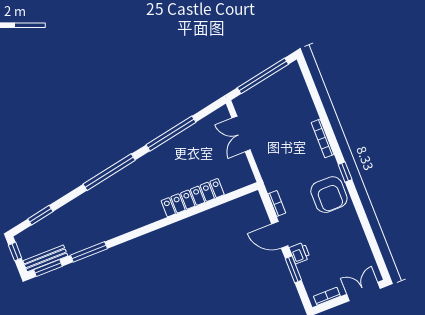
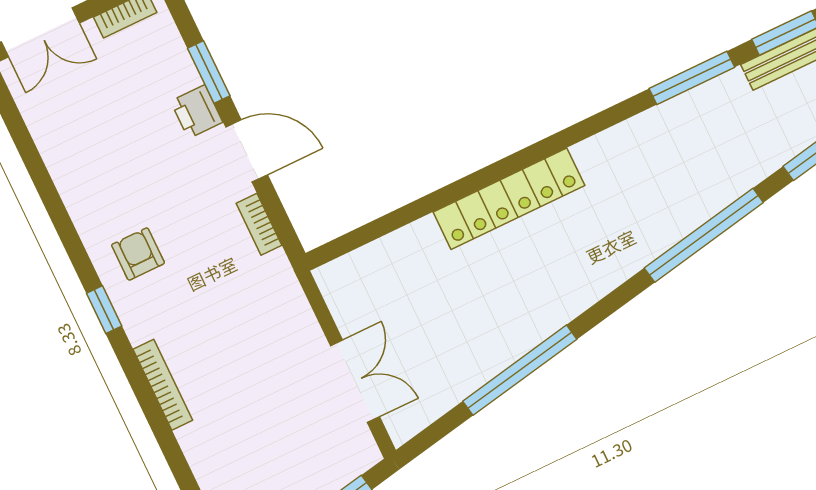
window: (109, 172) -> (704, 235), moved
armchair: (329, 195) -> (138, 254), width x0.53, depth x0.53
locker: (193, 198) -> (509, 199), moved

